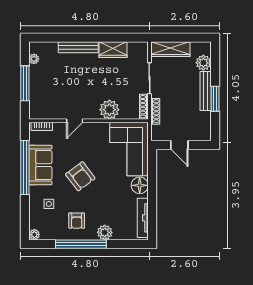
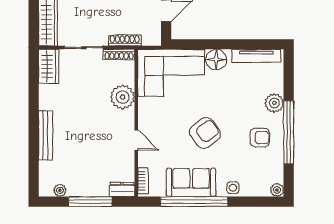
wardrobe: (113, 50) -> (49, 66), moved
dresser: (35, 109) -> (122, 189), added
side table: (49, 204) -> (233, 188), moved

